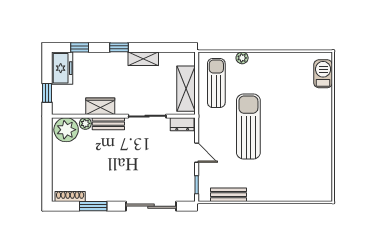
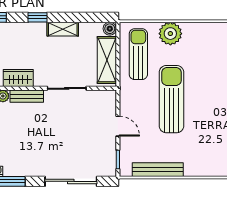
boiler: (189, 58) -> (110, 29), added
plant: (242, 58) -> (170, 34), width x1.87, depth x1.87
dresser: (182, 124) -> (103, 97), removed
bench: (229, 195) -> (158, 170), width x1.36

